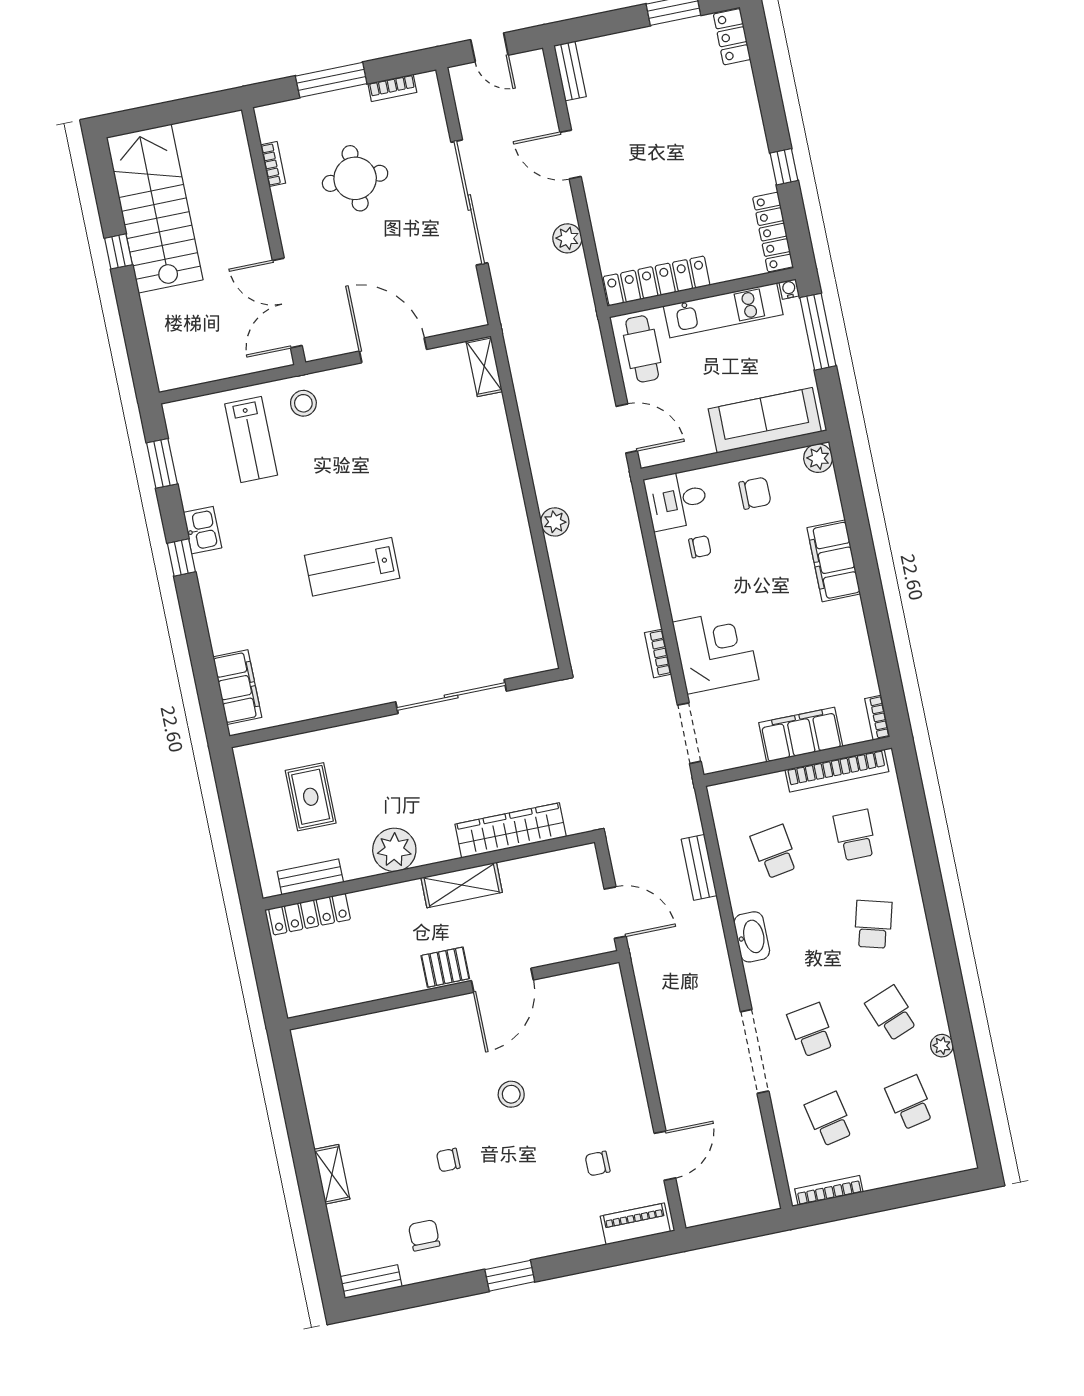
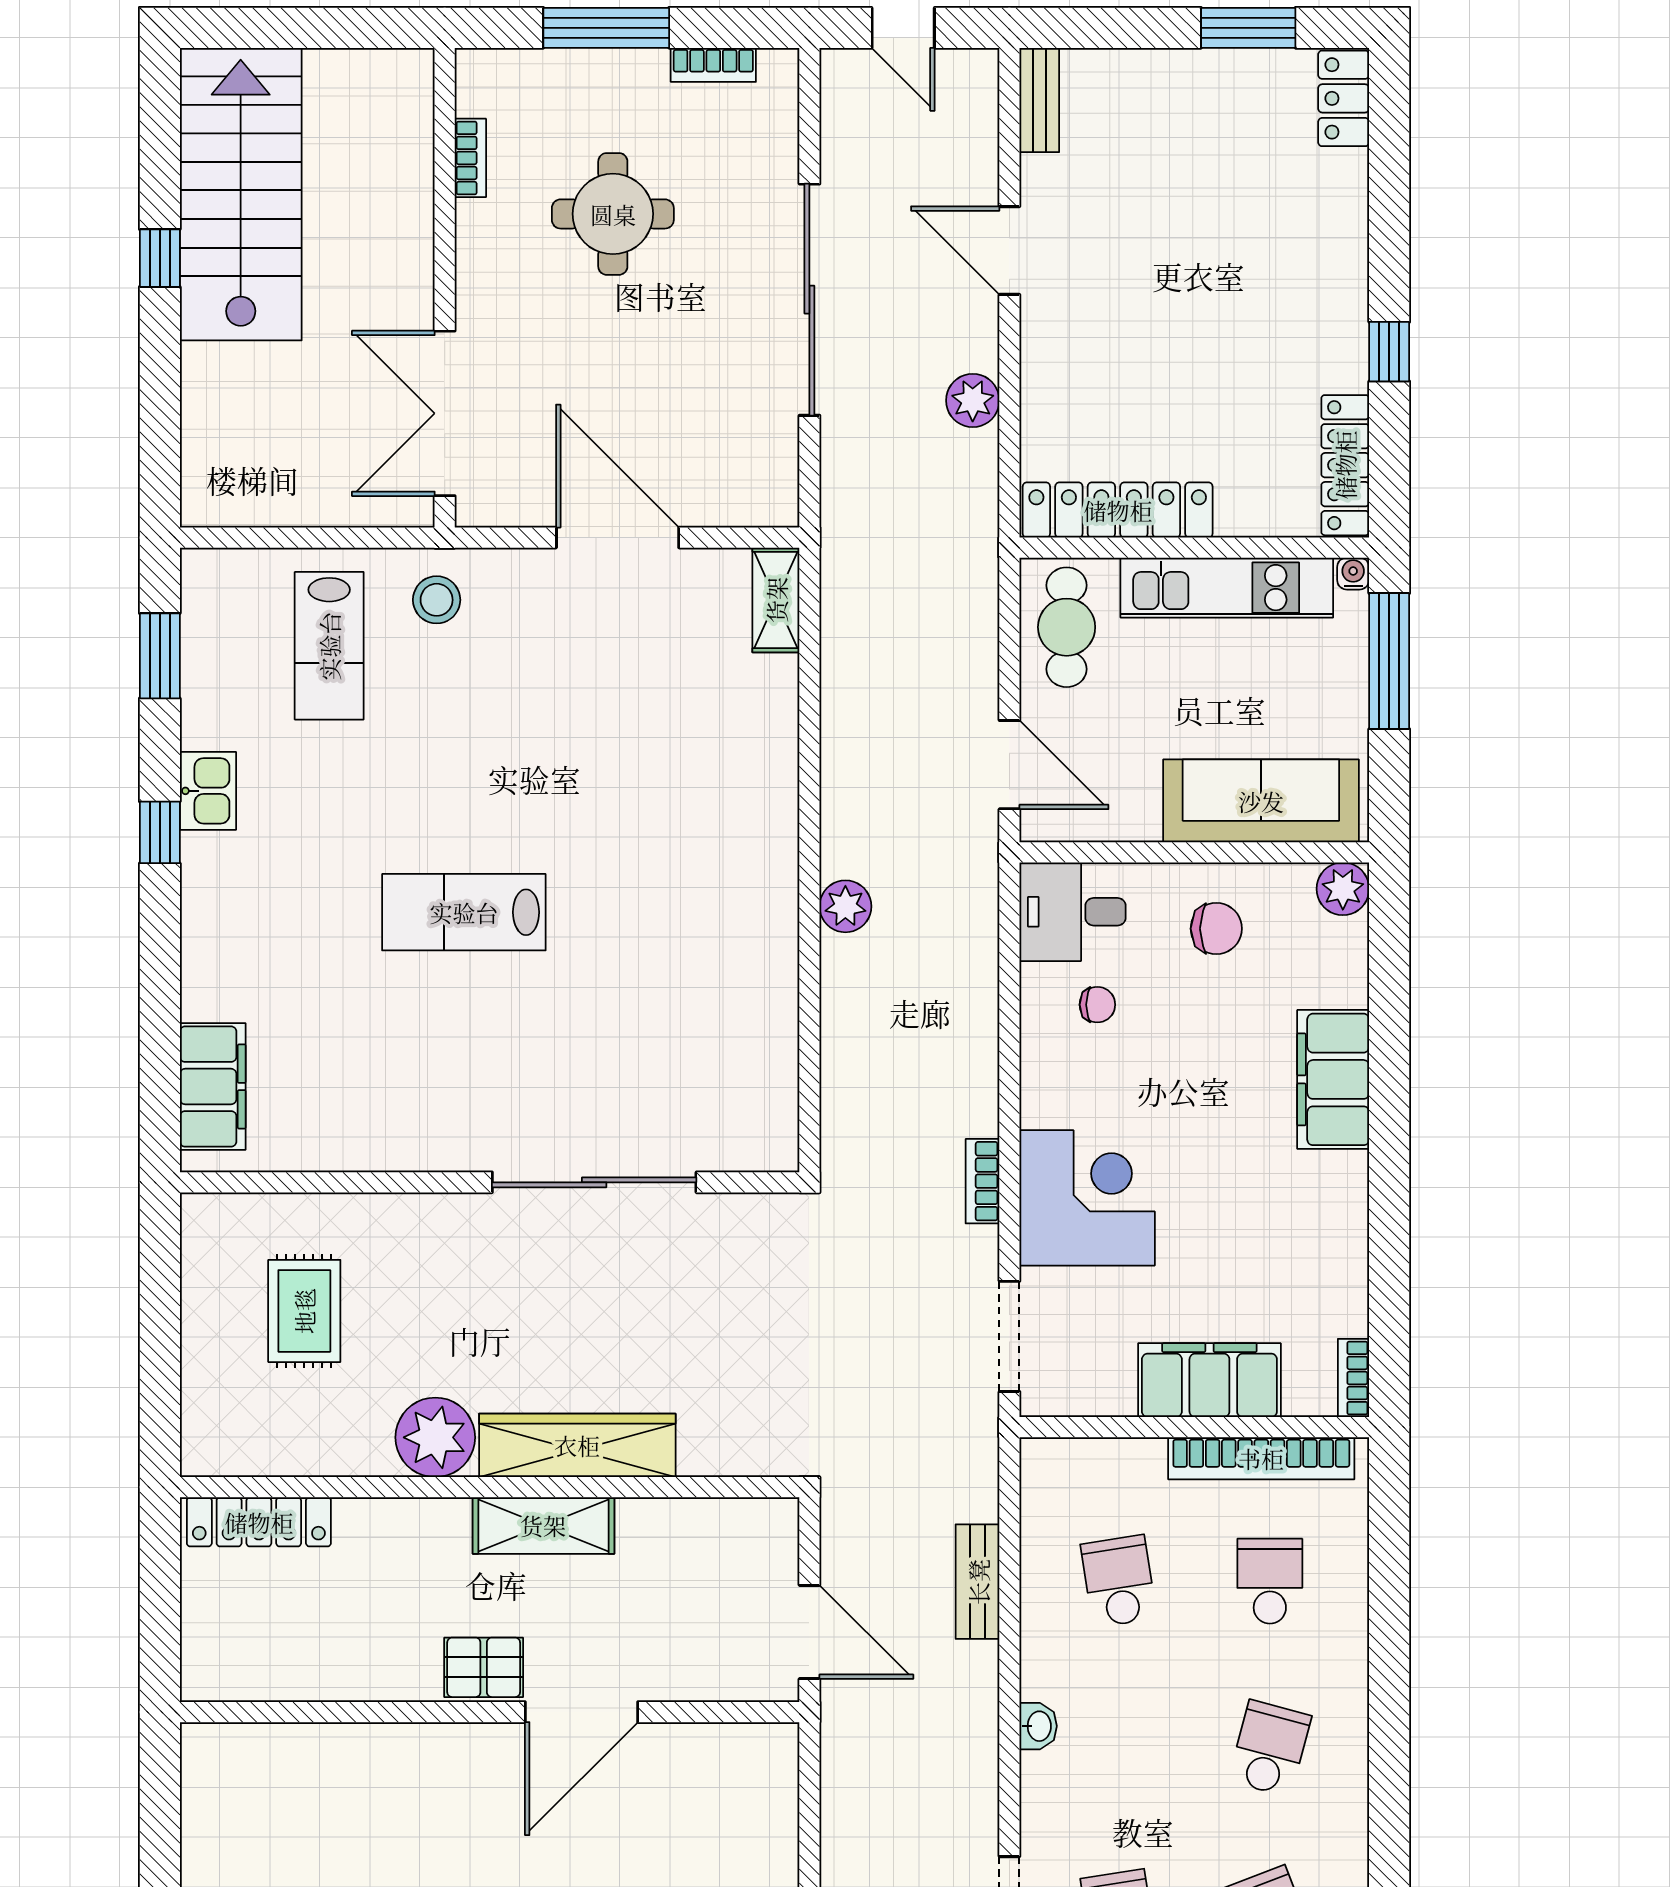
wardrobe: (511, 830) -> (577, 1445), moved
bench: (310, 877) -> (274, 1455), removed
washbasin: (752, 937) -> (1038, 1726), width x0.52, depth x0.69

